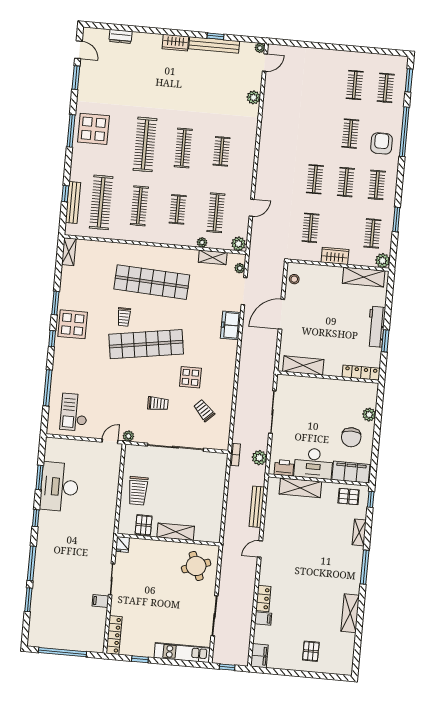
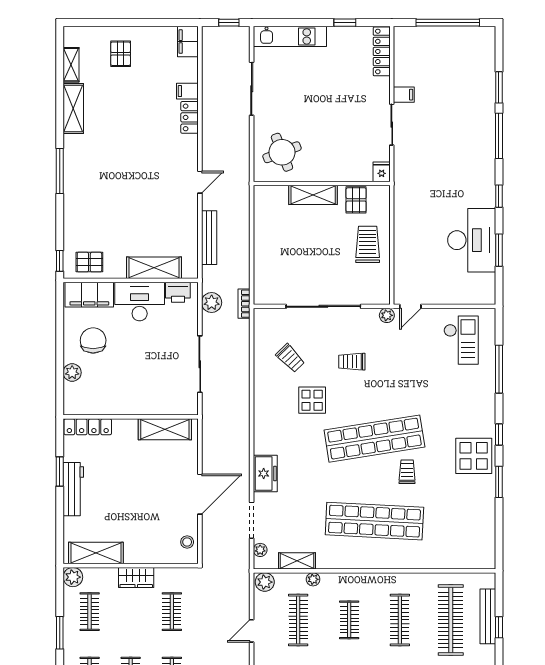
shelving: (69, 252) -> (487, 551), removed
shelving: (359, 532) -> (71, 65), moved

